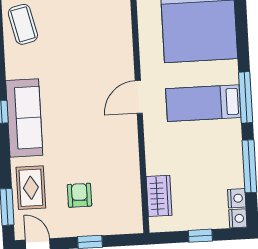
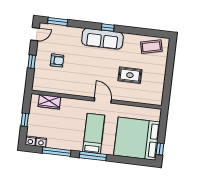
rug: (31, 188) -> (130, 75), moved

